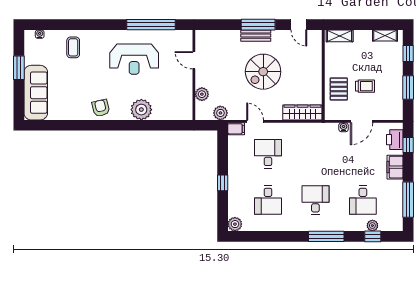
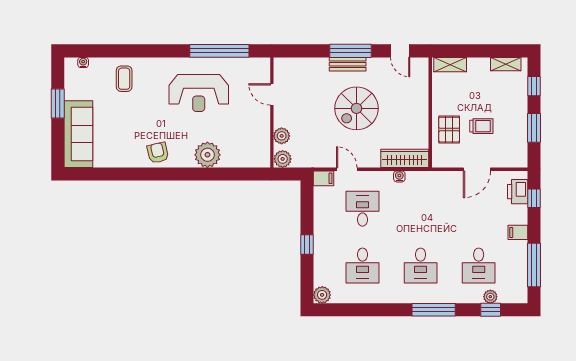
plant: (220, 113) -> (283, 159), moved
water cooler: (344, 127) -> (399, 176), moved
filing cabinet: (395, 167) -> (518, 232), width x0.50
desk: (315, 200) -> (421, 266), turned 180

